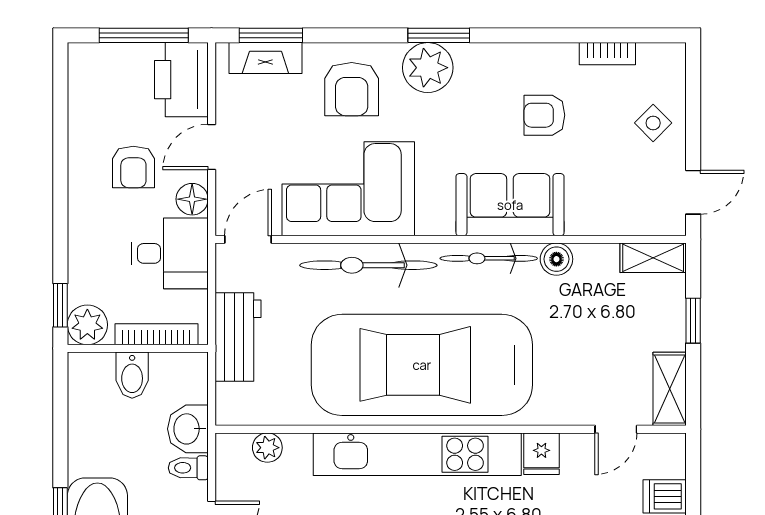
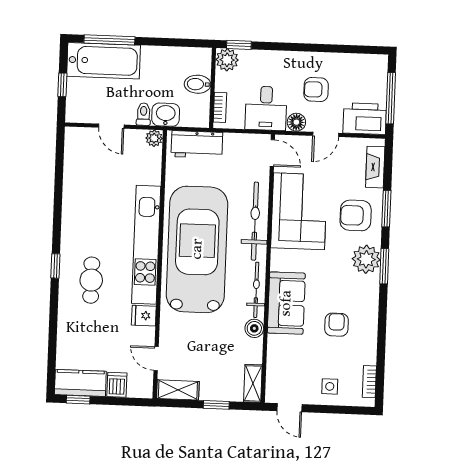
window: (271, 35) -> (386, 209), moved
bookcase: (607, 54) -> (369, 382), moved
side table: (653, 123) -> (330, 386), turned 45
door: (212, 147) -> (326, 134), swing flipped
bookcase: (156, 334) -> (220, 107), width x0.64
workbench: (238, 337) -> (197, 145), moved
plant: (267, 448) -> (154, 138), moved

